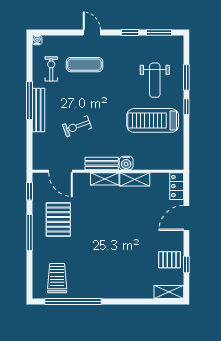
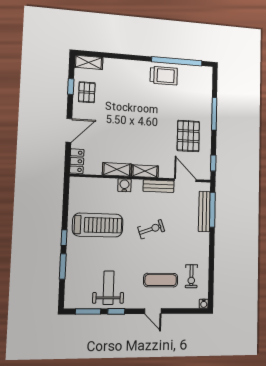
weight bench: (155, 80) -> (109, 288), moved
window: (29, 100) -> (212, 210), moved
bench: (38, 110) -> (204, 212), moved
exercise bike: (77, 126) -> (151, 229), moved
bench: (102, 163) -> (159, 186), moved
window: (29, 232) -> (214, 114), moved
pallet: (170, 260) -> (87, 92), turned 90
trolley: (57, 278) -> (164, 76), moved, turned -90

